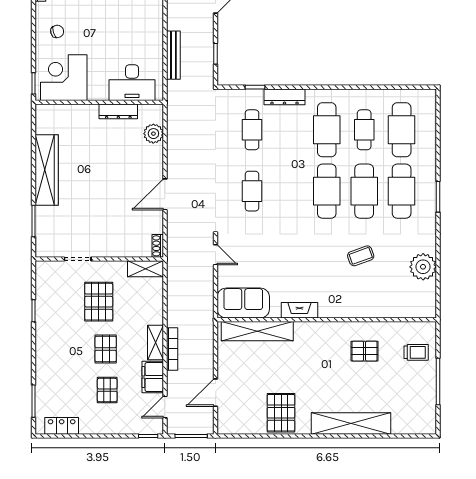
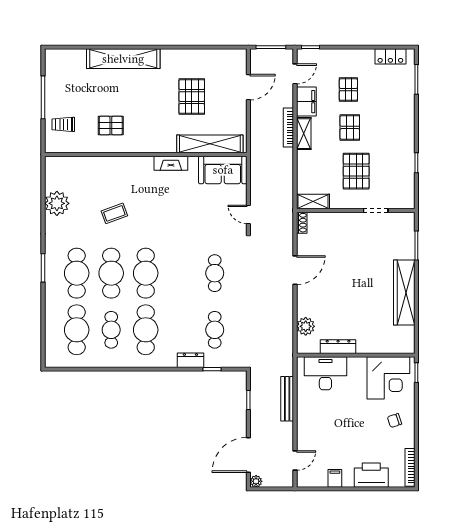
dresser: (284, 97) -> (190, 360), width x0.70
pallet: (281, 413) -> (192, 97), moved

